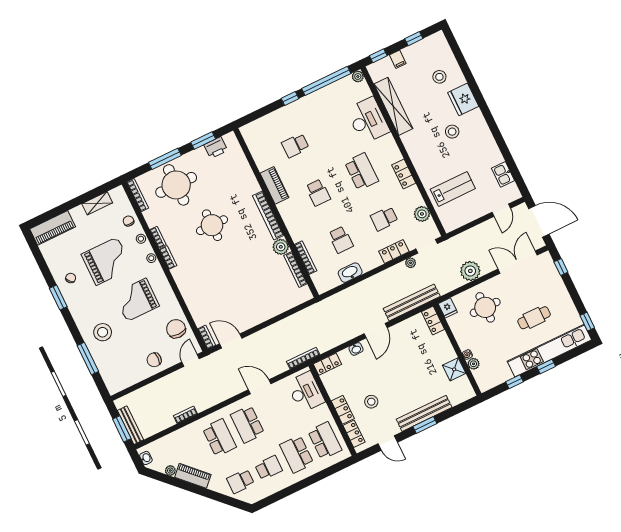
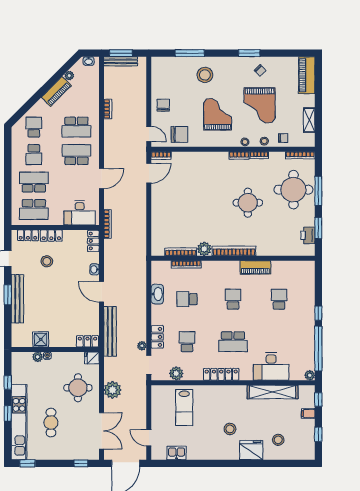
locker: (404, 174) -> (221, 374), width x1.53
school desk: (318, 193) -> (233, 299), turned 90

